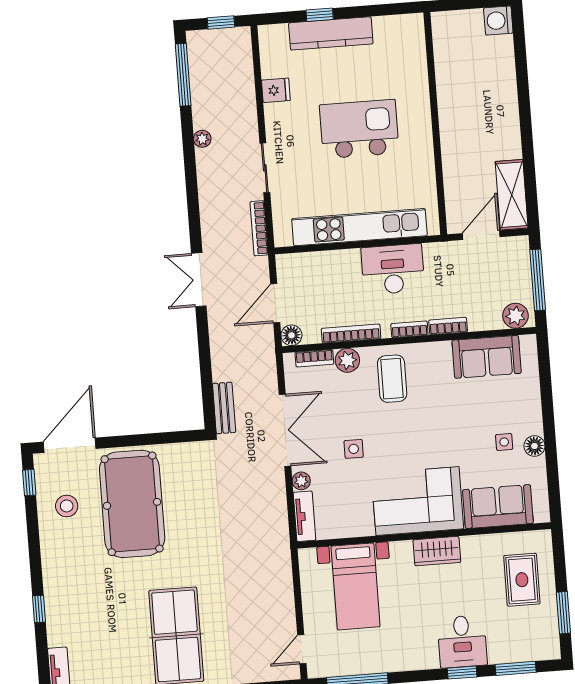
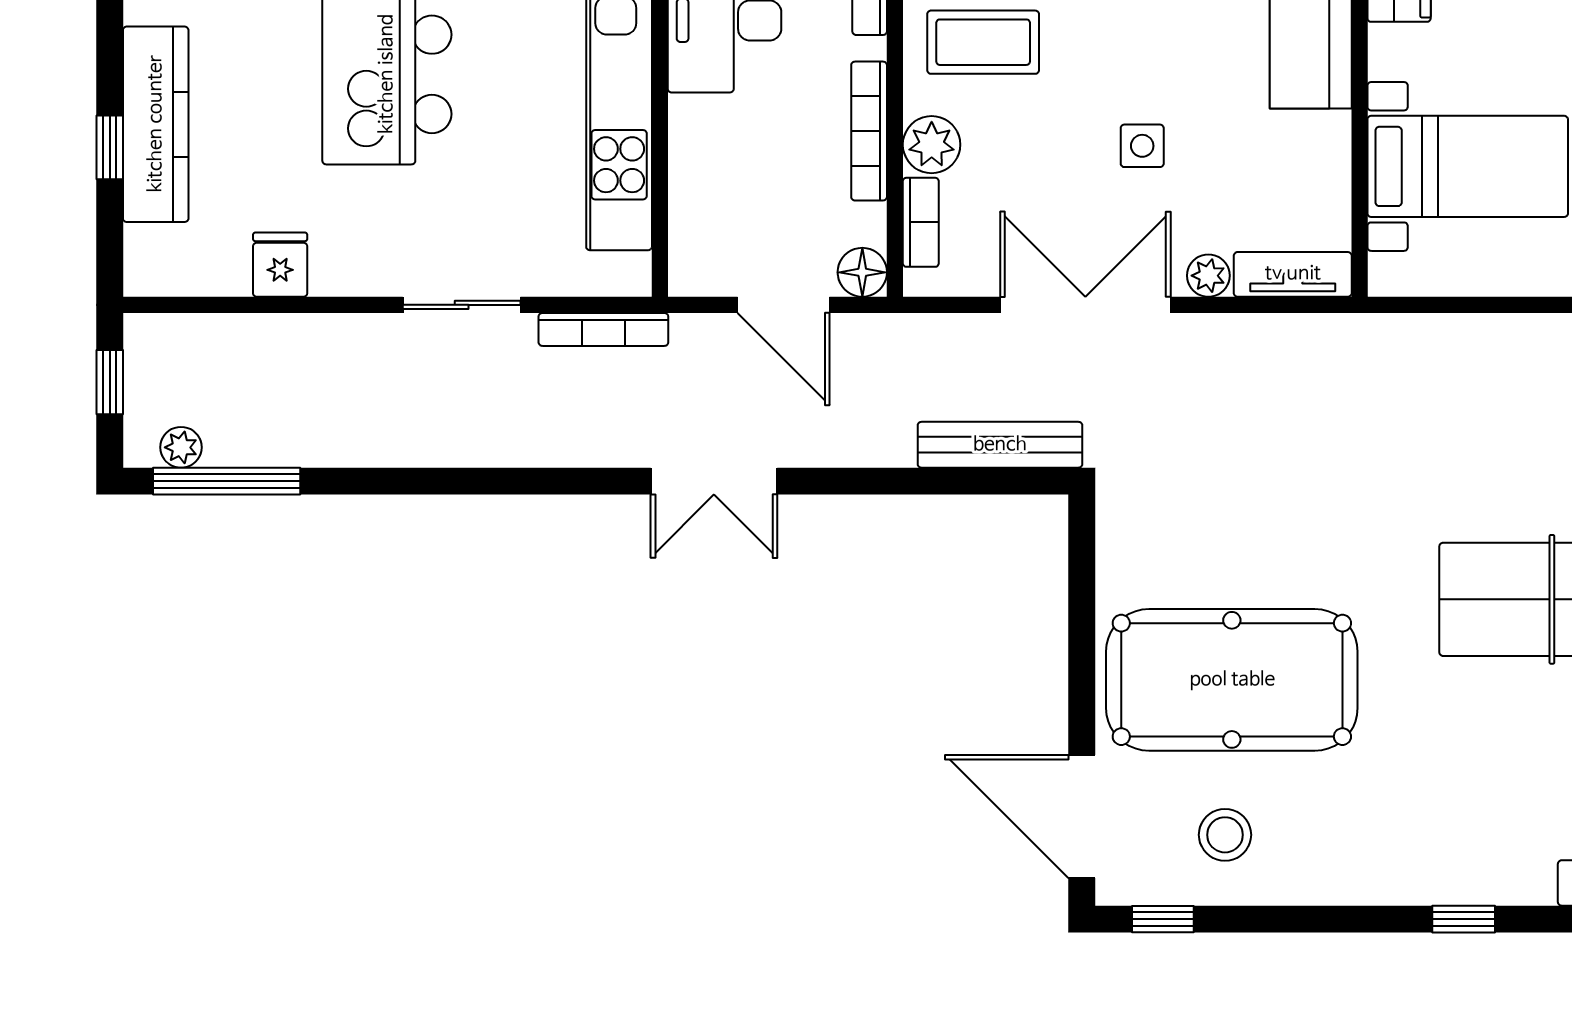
plant: (202, 139) -> (181, 447), moved
bench: (224, 408) -> (1000, 445), width x1.36

